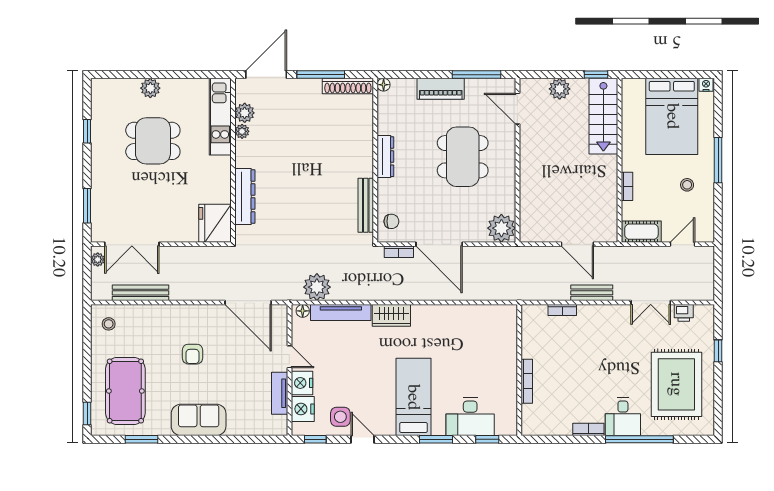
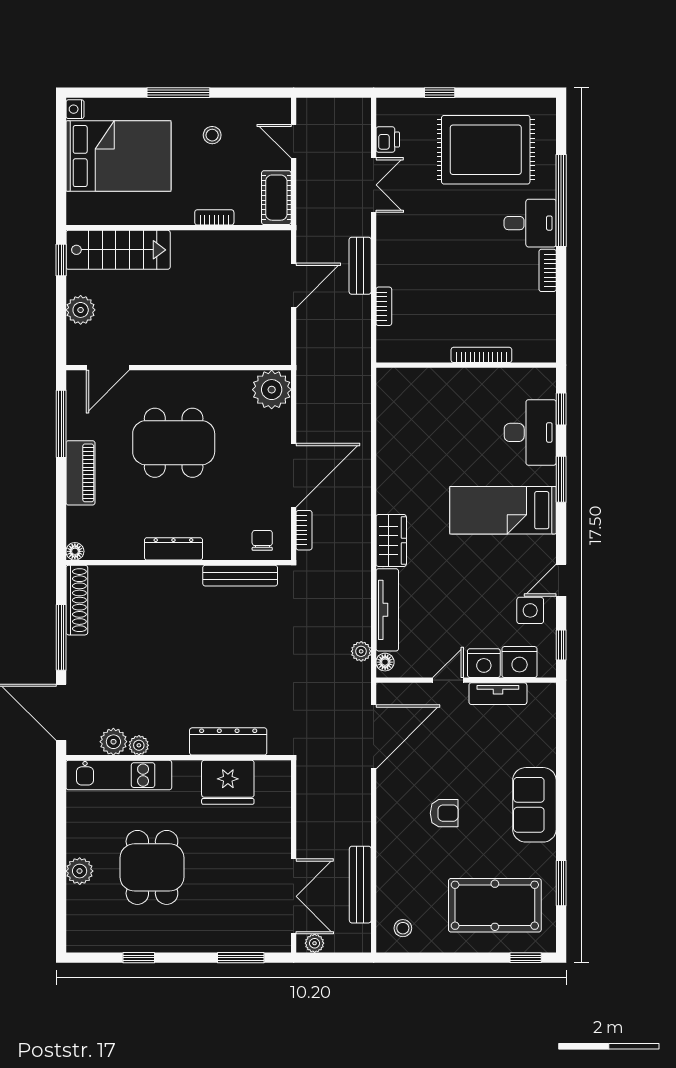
fridge: (215, 223) -> (228, 782), moved
plant: (317, 287) -> (361, 651), width x0.53, depth x0.53

